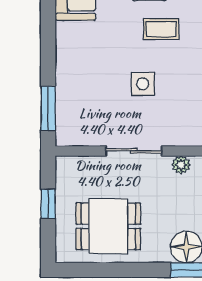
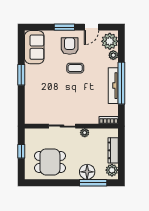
side table: (143, 84) -> (66, 94), removed
window: (48, 108) -> (21, 75), moved

